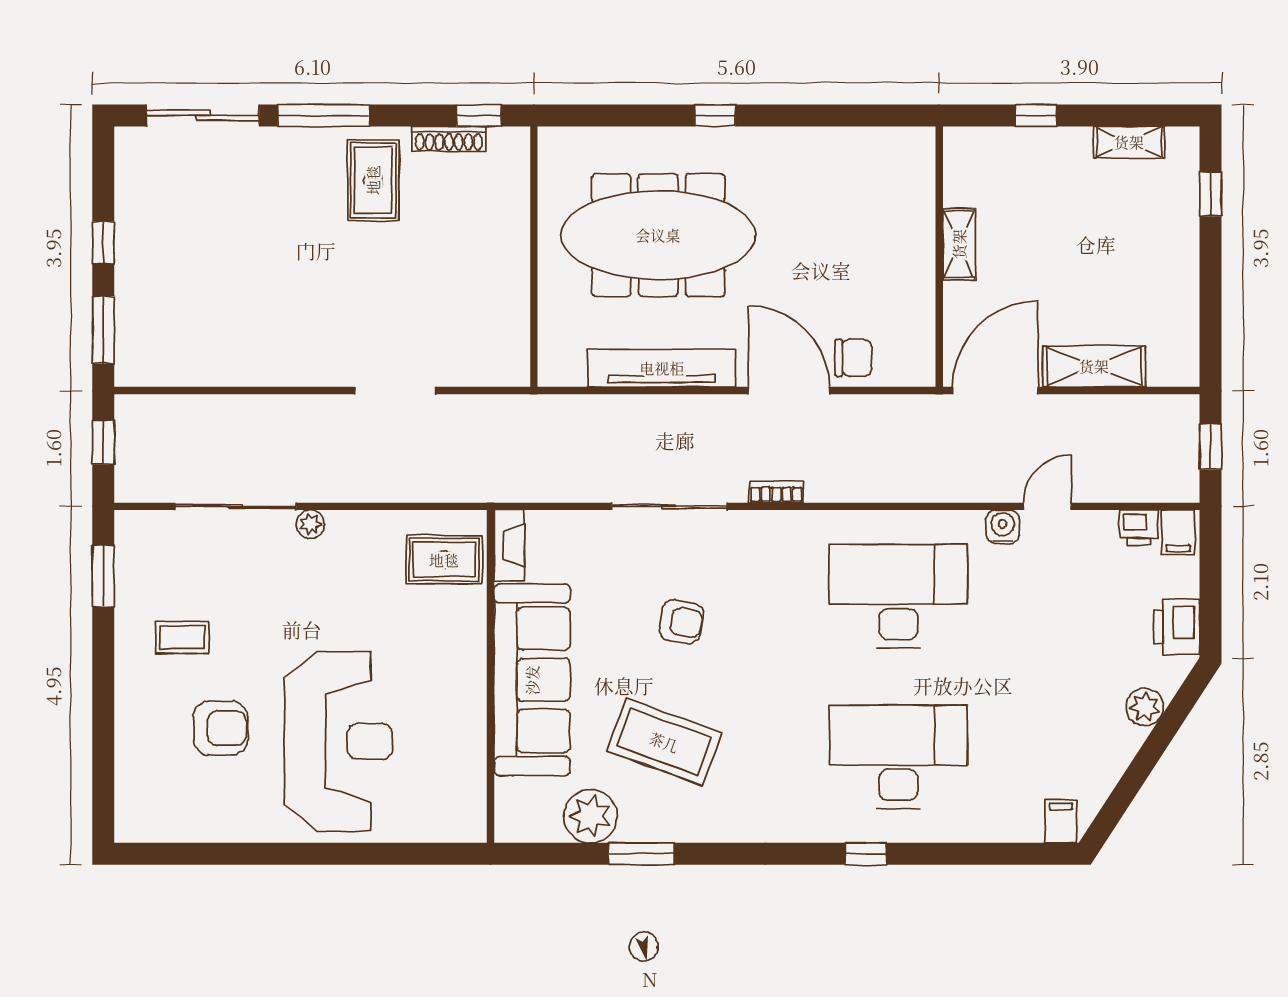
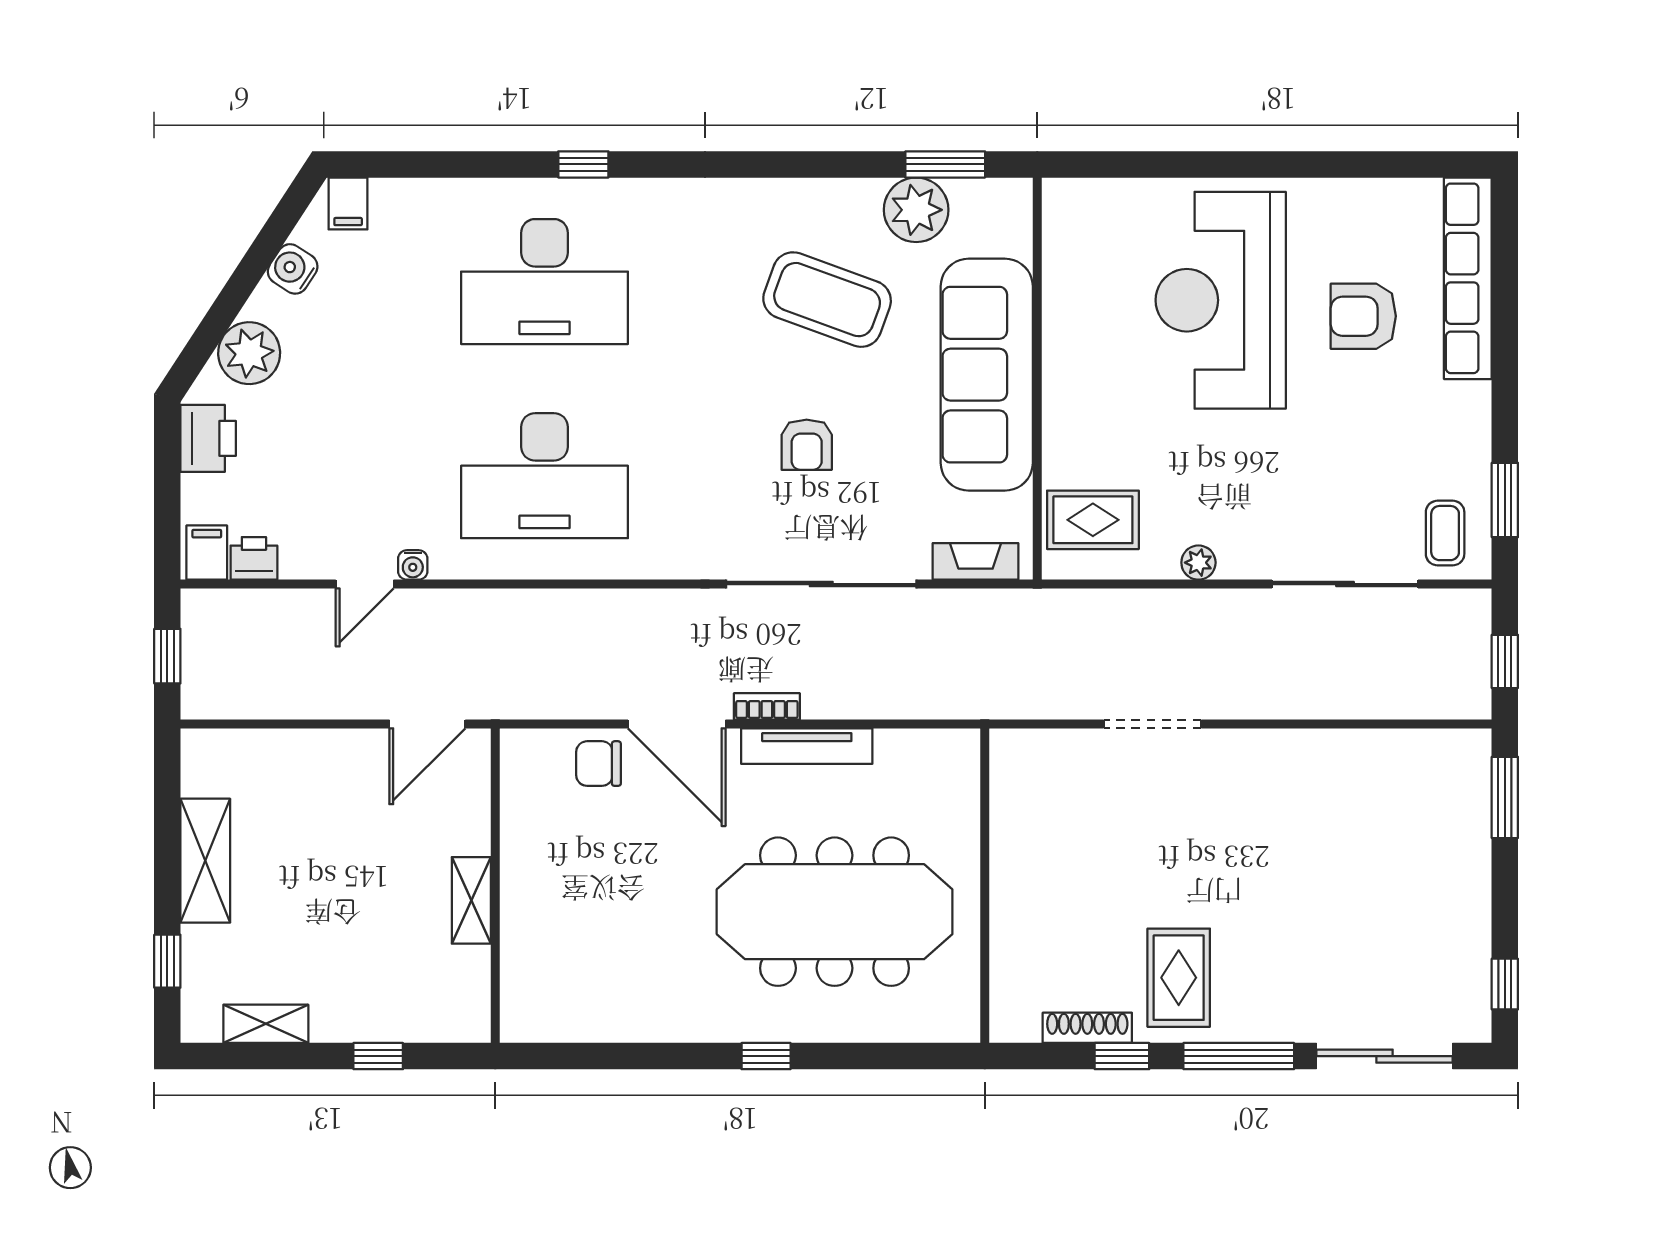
window: (479, 116) -> (1122, 1056), moved
window: (103, 243) -> (1505, 984), moved
shelving: (1094, 366) -> (205, 861), moved, turned 90
tv unit: (662, 368) -> (807, 746), width x0.73, depth x0.78
door: (995, 391) -> (427, 724), width x0.73
bookcase: (776, 492) -> (767, 706), moved, turned 180
sliding door: (669, 506) -> (821, 584), width x1.36
plant: (310, 524) -> (1198, 563), moved
water cooler: (1003, 527) -> (413, 565), width x0.72, depth x0.72
fireplace: (509, 545) -> (976, 561), moved, turned 90
armchair: (681, 622) -> (807, 445), turned -100
coffee table: (182, 637) -> (1445, 533), moved, turned 90
plant: (1145, 707) -> (249, 353), width x1.36, depth x1.36
row of seats: (134, 759) -> (1468, 278), added
water cooler: (1107, 767) -> (293, 269), added
window: (641, 854) -> (945, 164), moved

